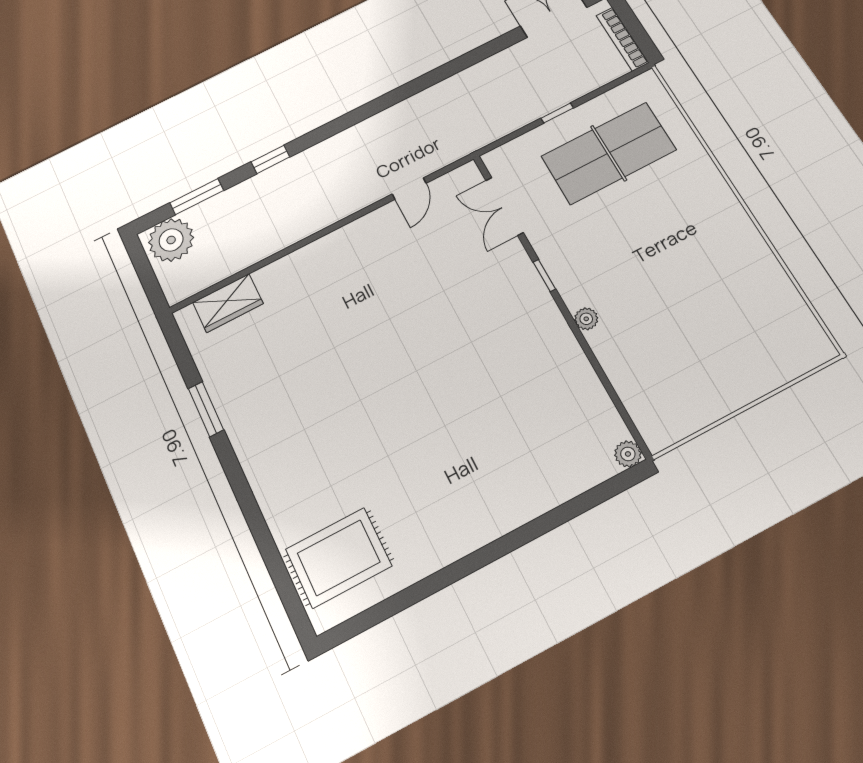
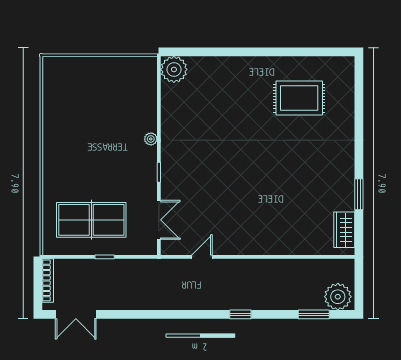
window: (270, 159) -> (240, 314), moved
wardrobe: (228, 303) -> (344, 230), moved, turned -90
plant: (628, 454) -> (174, 69), width x1.87, depth x1.87
rug: (339, 558) -> (299, 98), moved

